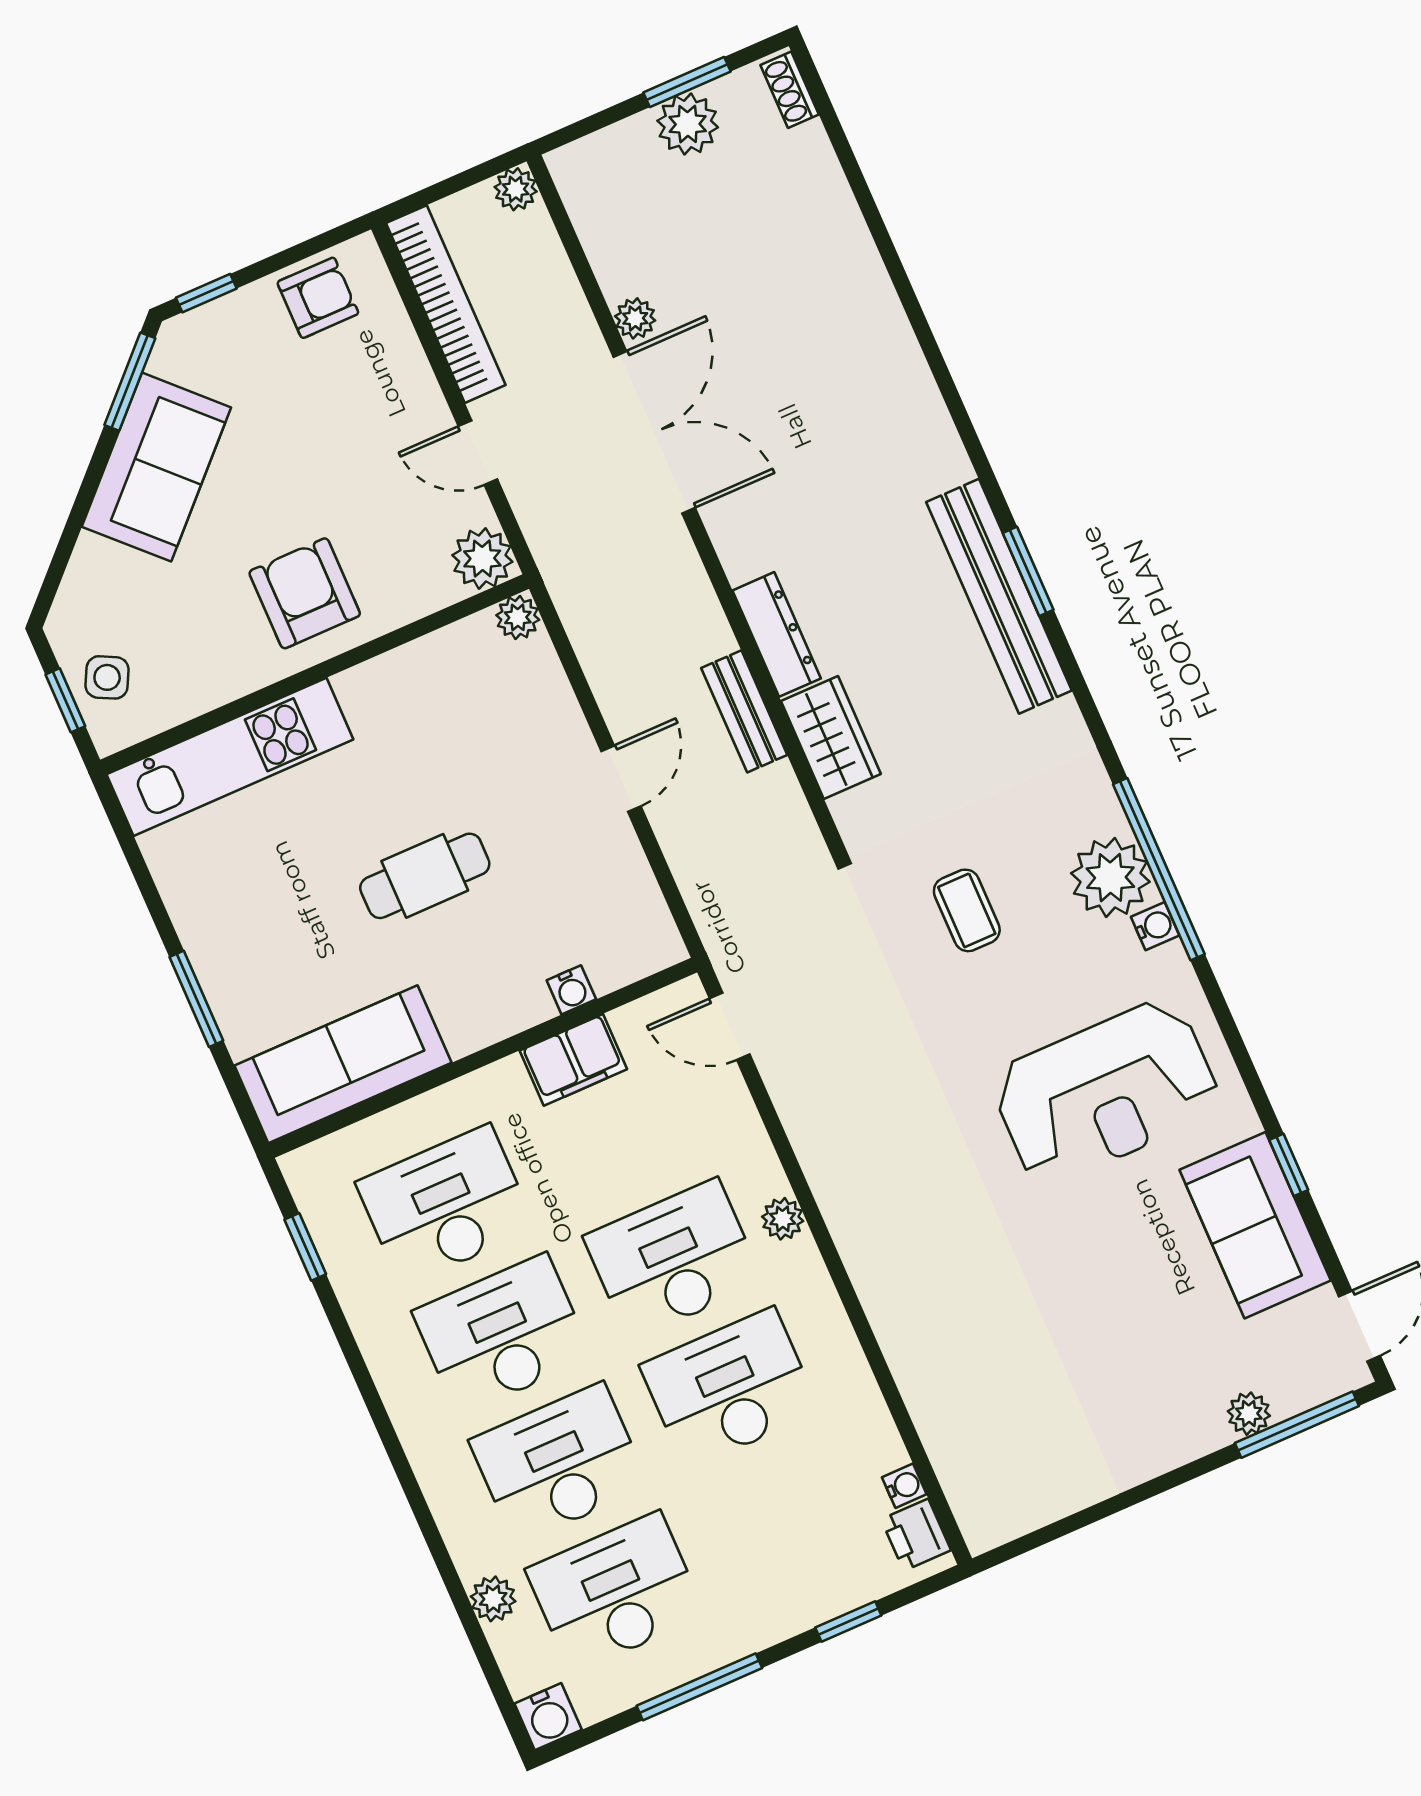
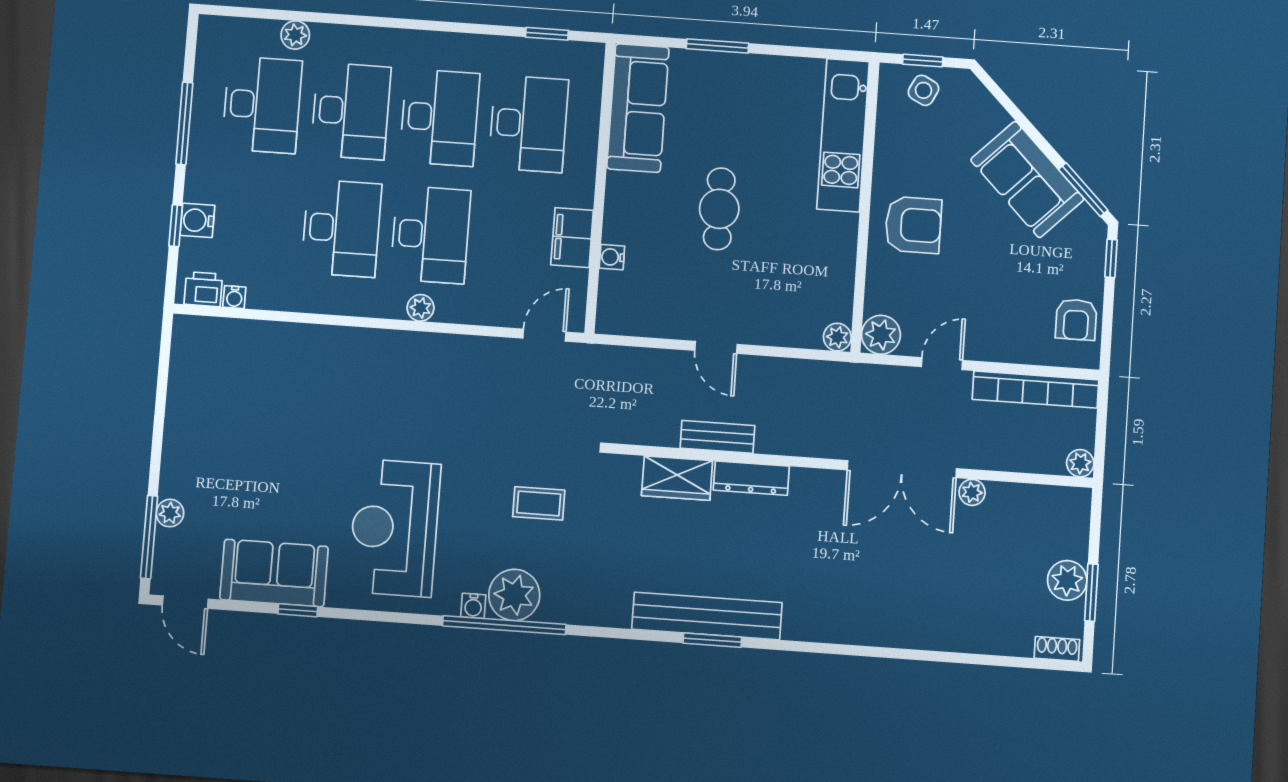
water cooler: (548, 1717) -> (197, 220), moved

